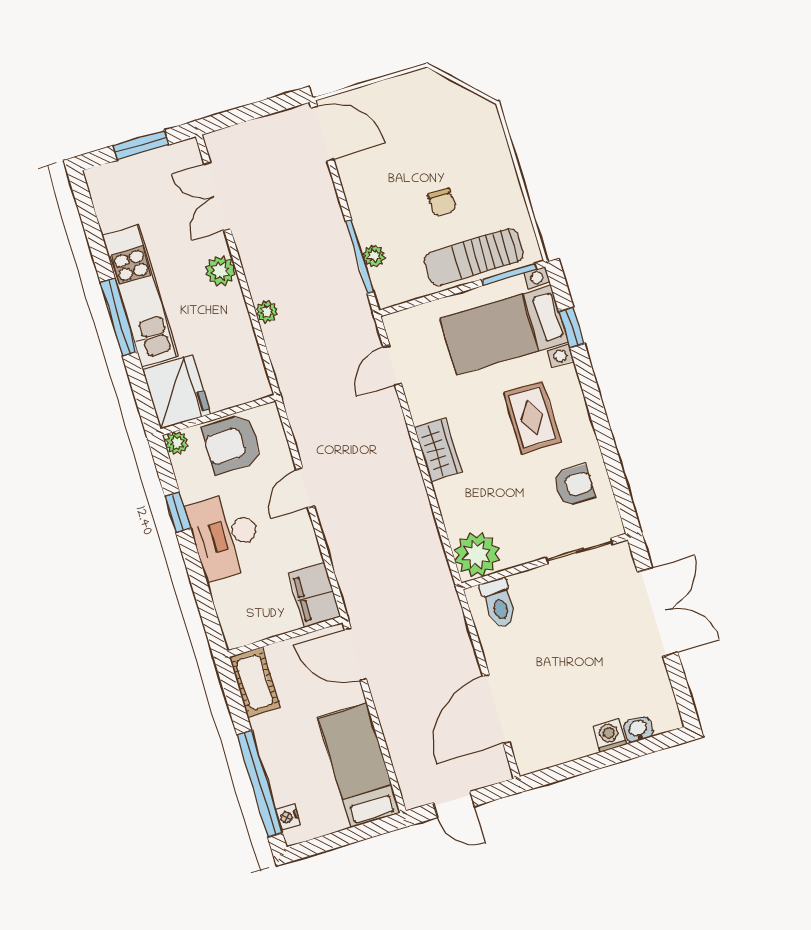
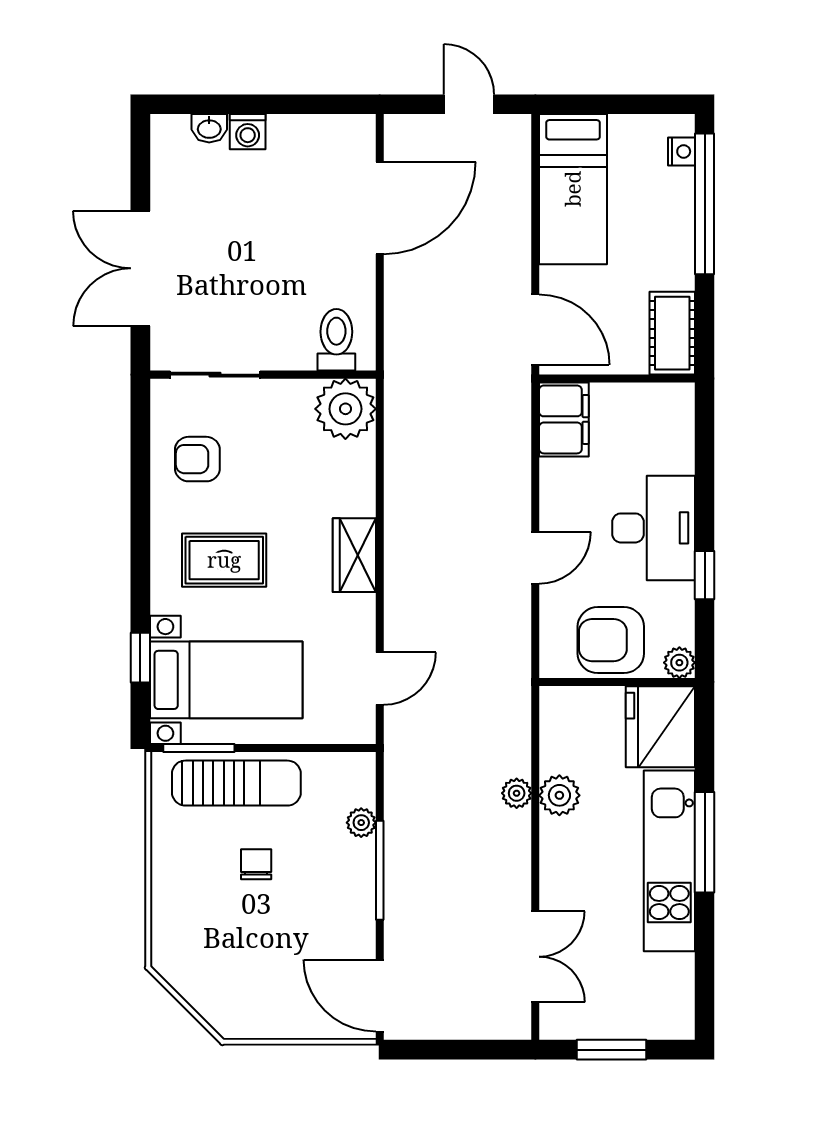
window: (359, 257) -> (380, 870), moved
plant: (220, 271) -> (559, 795), moved
rug: (532, 417) -> (224, 560), turned 90
armchair: (232, 444) -> (611, 640), turned 180

